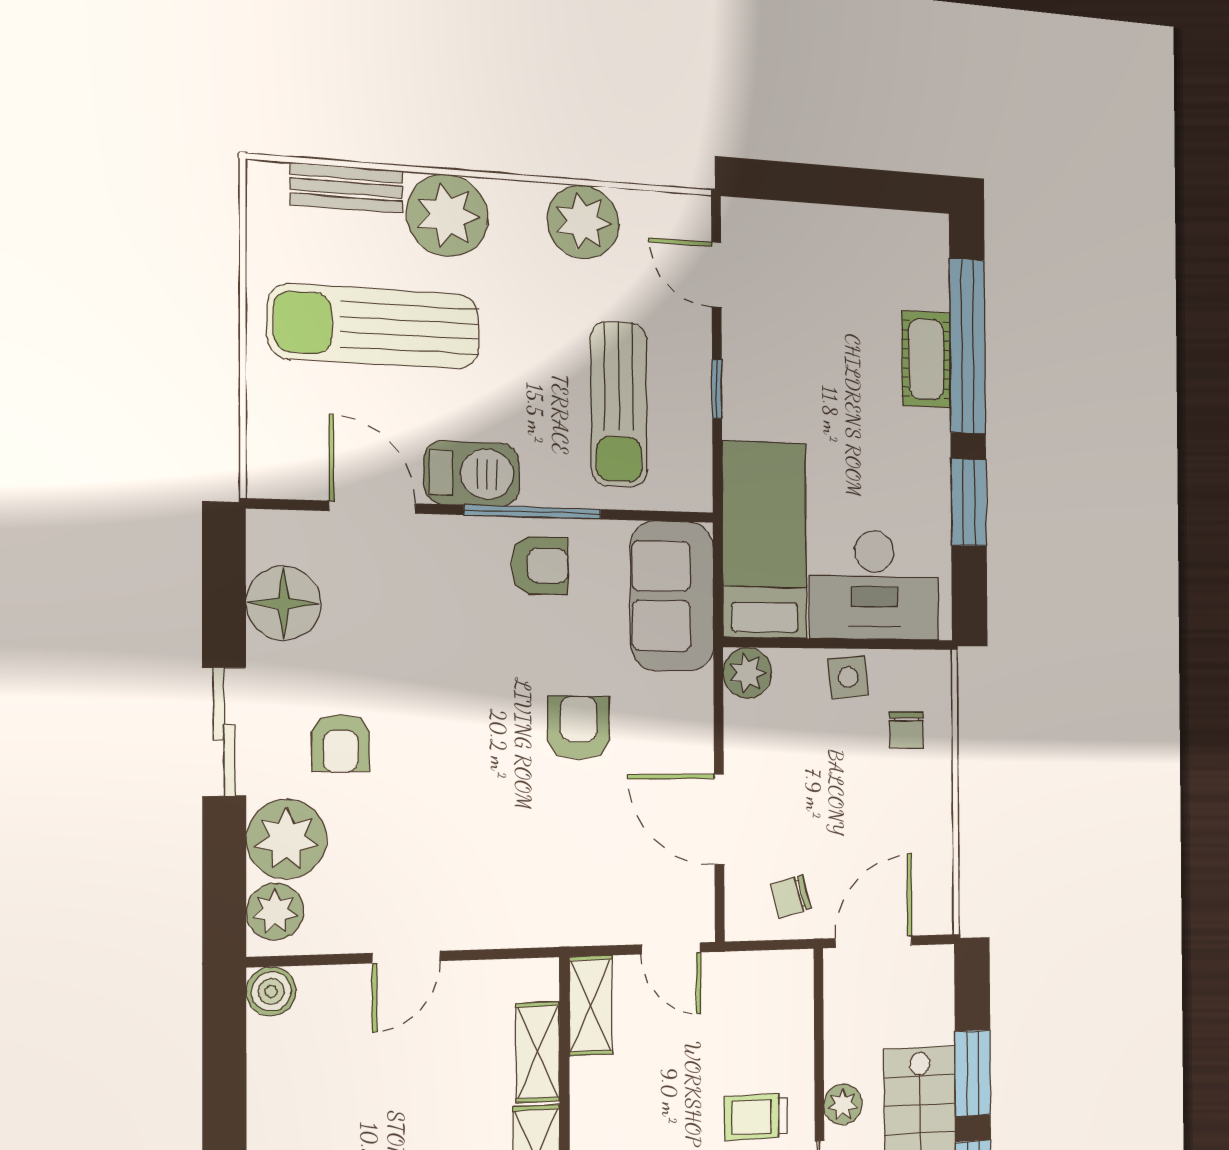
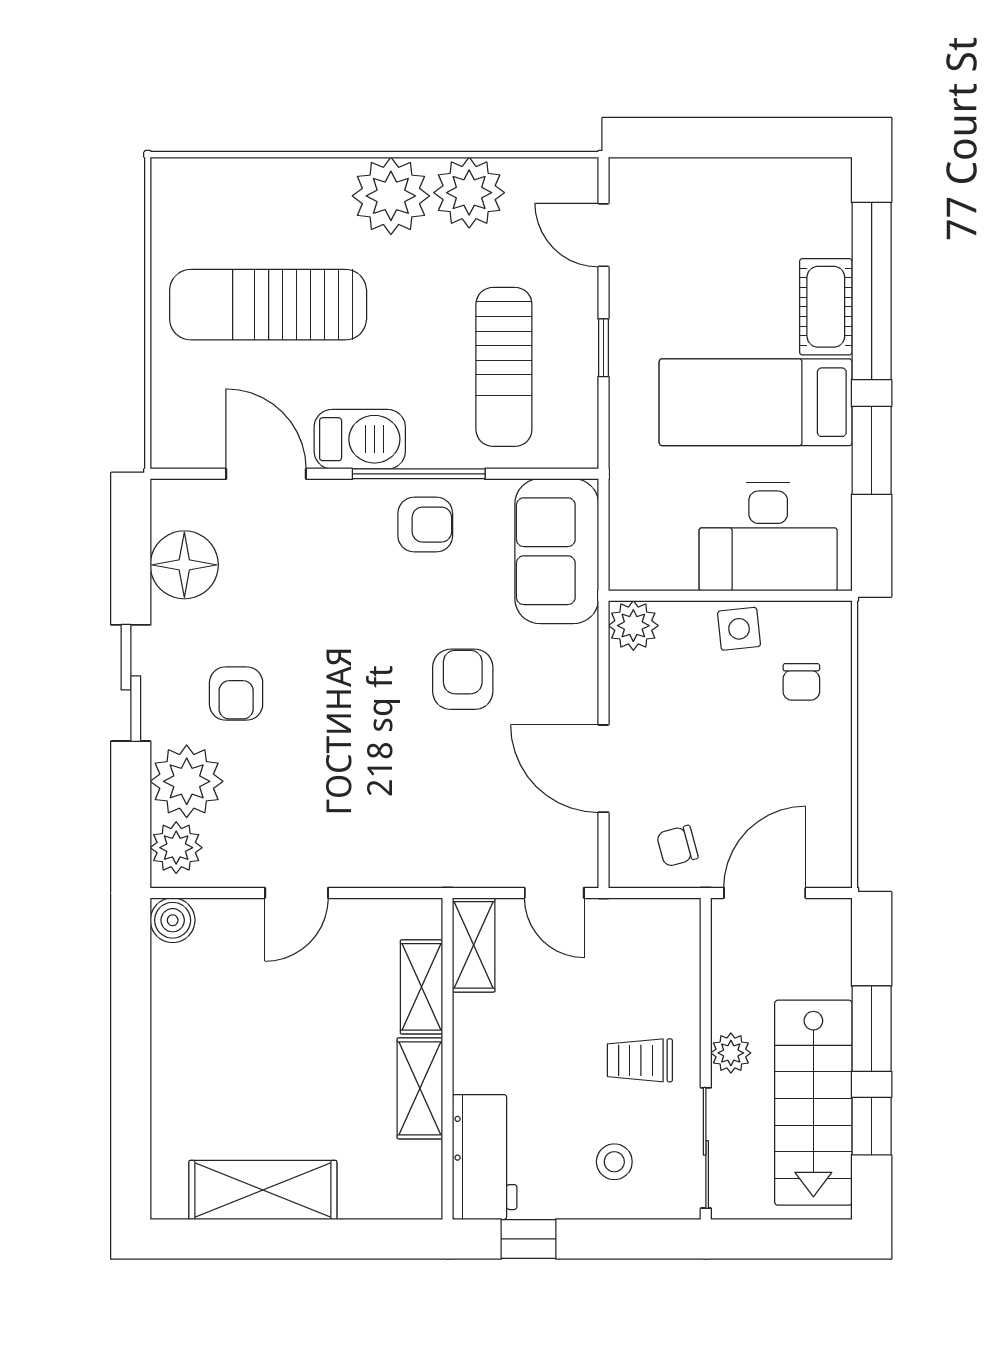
bench: (347, 188) -> (243, 177), removed
plant: (447, 215) -> (391, 196), moved
bed: (764, 540) -> (756, 402), moved, turned -90

